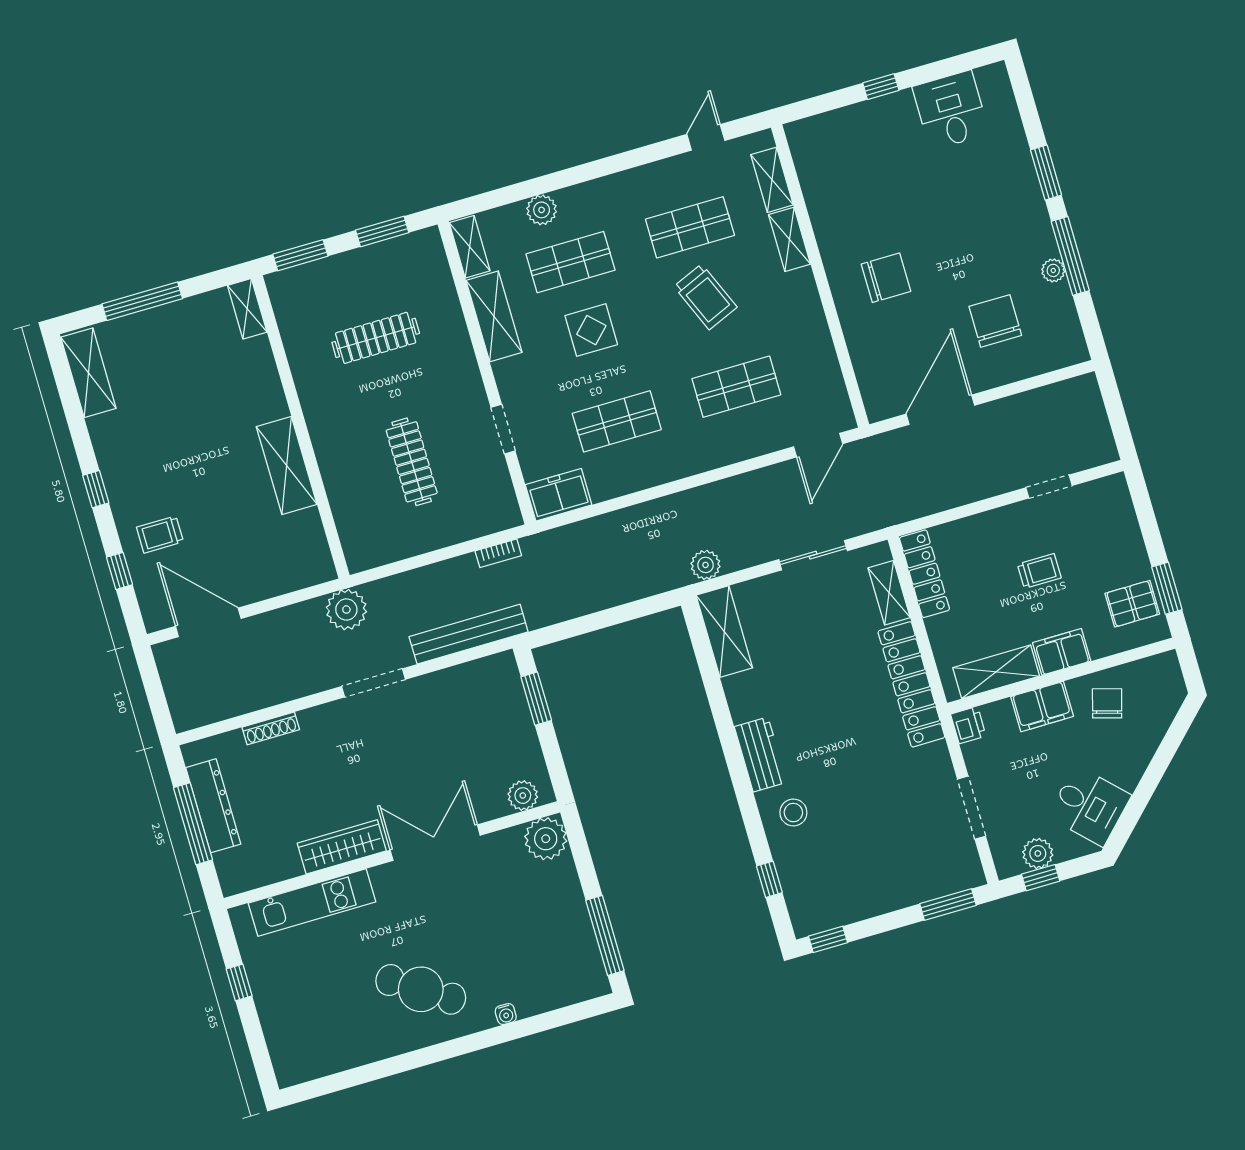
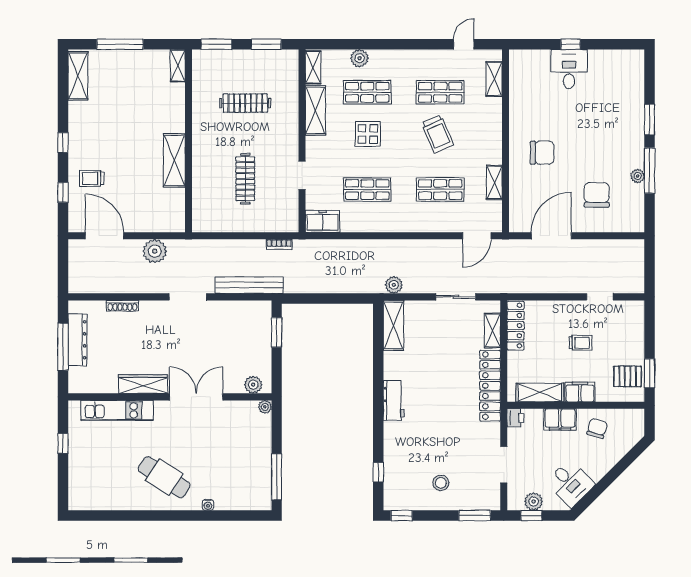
desk: (951, 110) -> (569, 69), moved
shelving: (790, 239) -> (494, 182), moved
plant: (346, 610) -> (155, 251), moved
stool: (793, 813) -> (441, 483), moved
plant: (546, 839) -> (265, 407), width x0.53, depth x0.53

